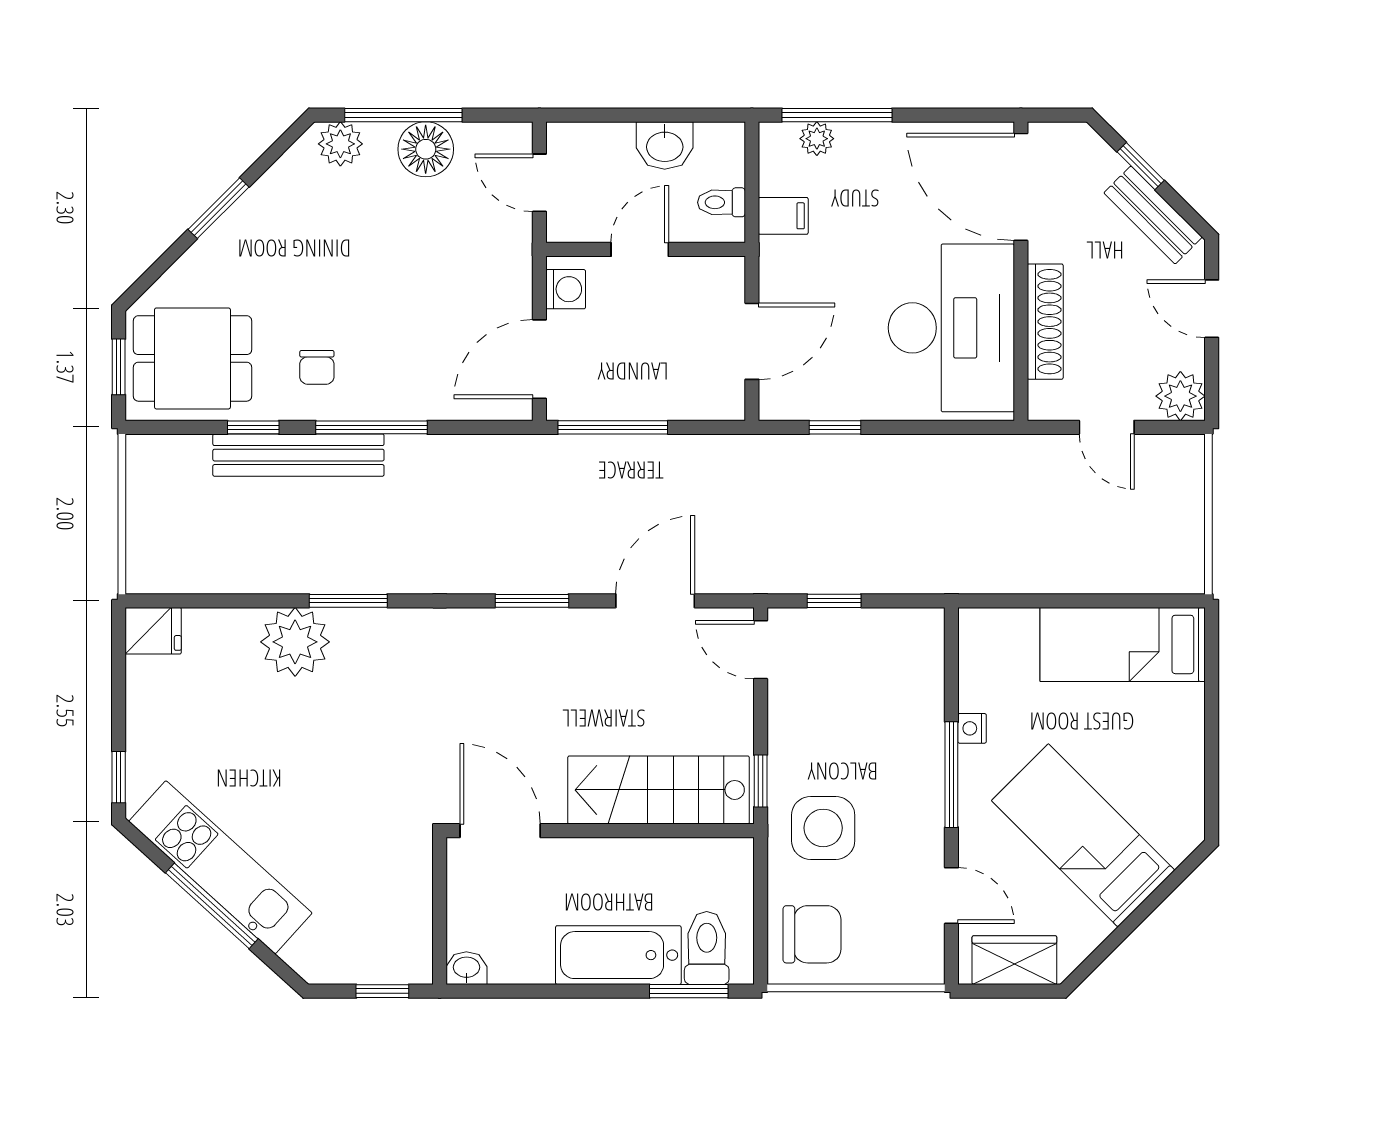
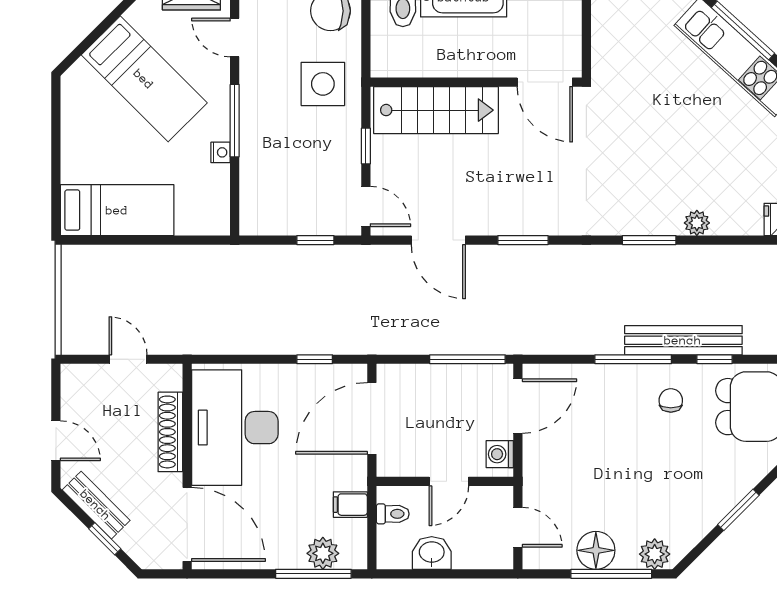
plant: (817, 139) -> (323, 553), width x1.38, depth x1.38
door: (752, 341) -> (372, 418), width x1.36
plant: (1180, 396) -> (77, 381), removed
door: (655, 601) -> (438, 240), hinge flipped
plant: (295, 642) -> (697, 223), width x0.53, depth x0.53
window: (761, 781) -> (366, 146), moved

